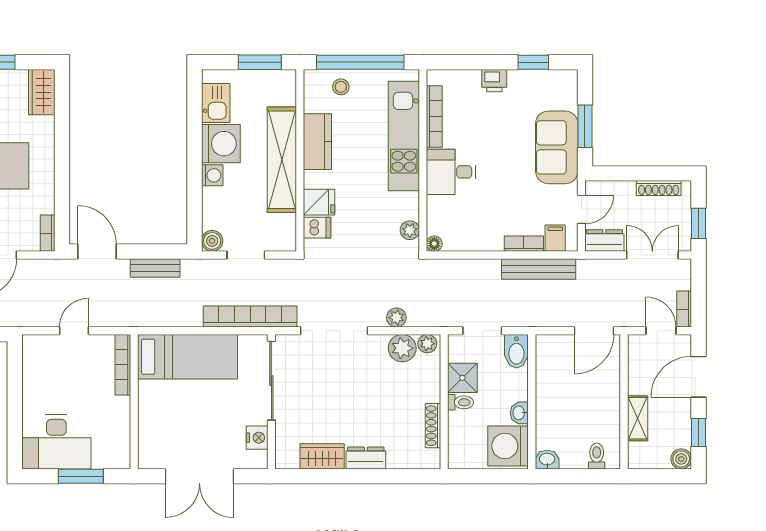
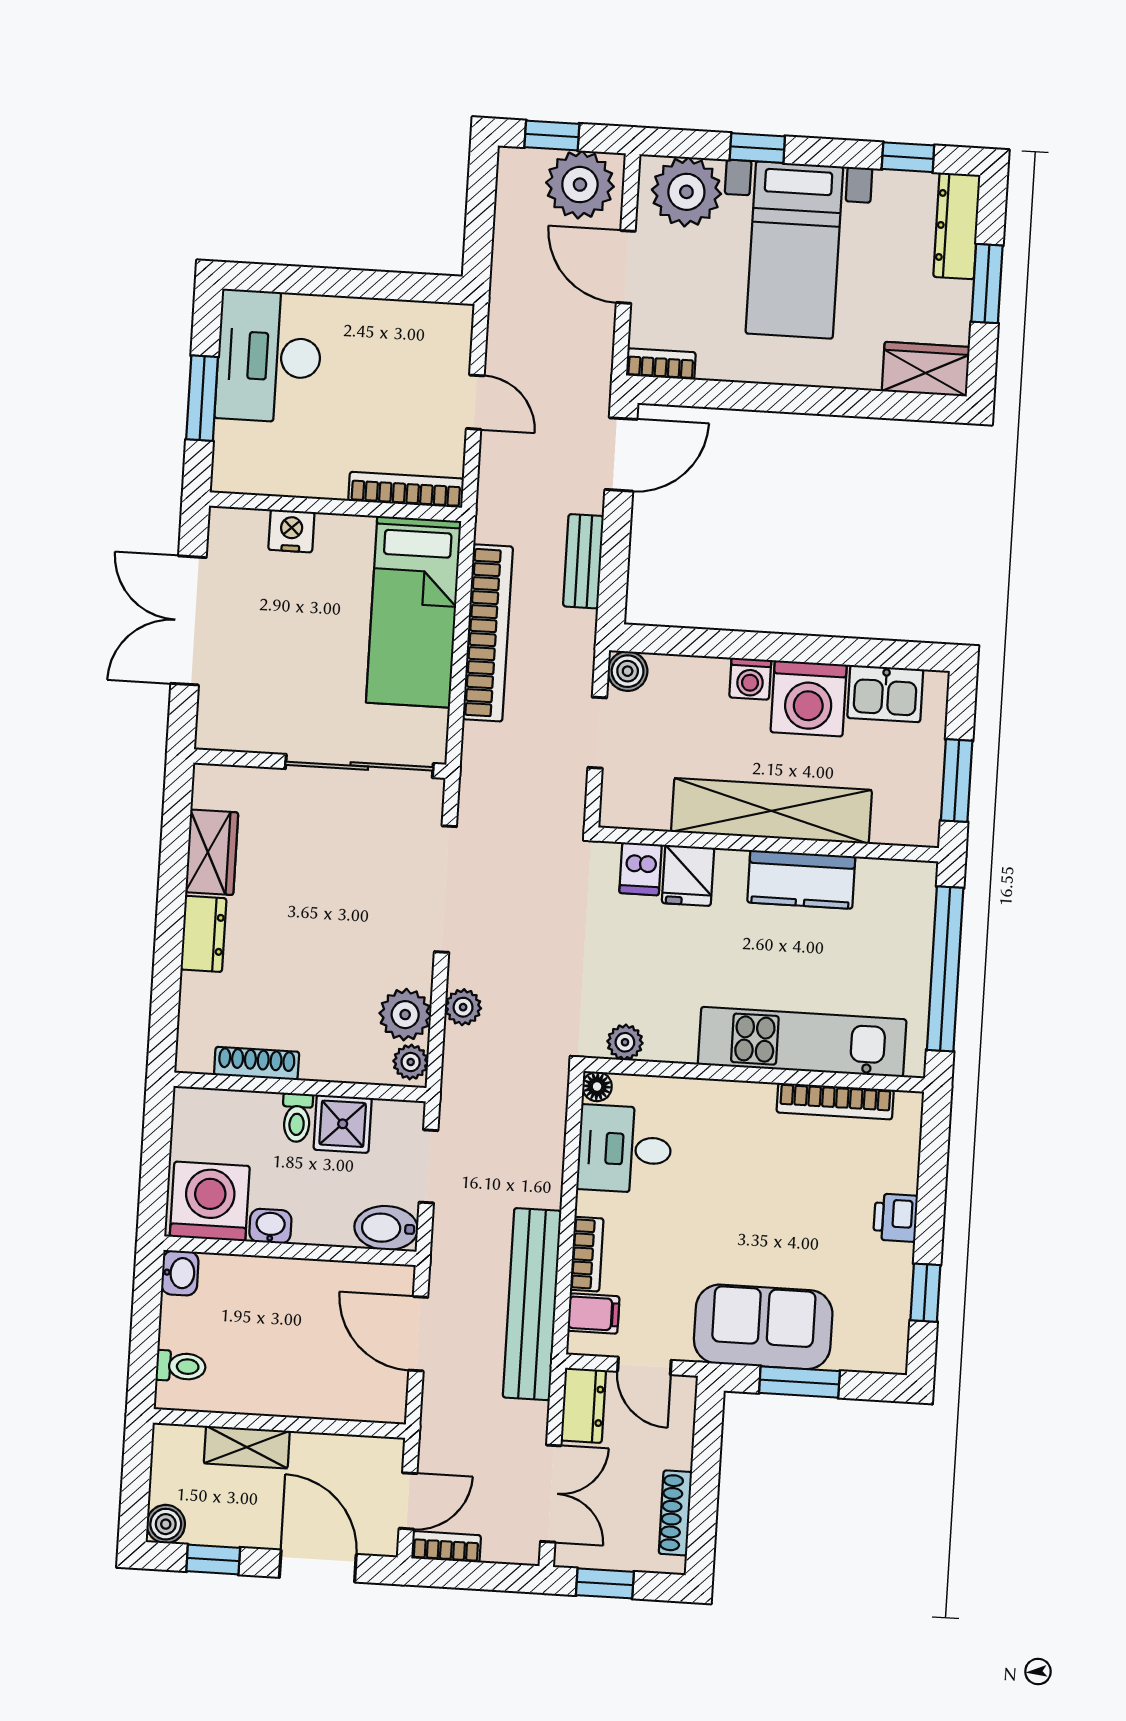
stool: (341, 87) -> (901, 930), removed
desk: (451, 172) -> (625, 1149), moved, turned -90
bench: (539, 269) -> (532, 1304), width x1.37, depth x1.21
bookcase: (250, 317) -> (488, 633), moved
door: (594, 331) -> (418, 1334), moved
nightstand: (257, 438) -> (291, 531), moved, turned 180

